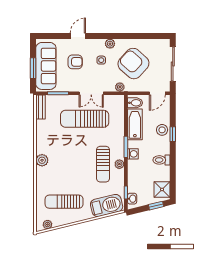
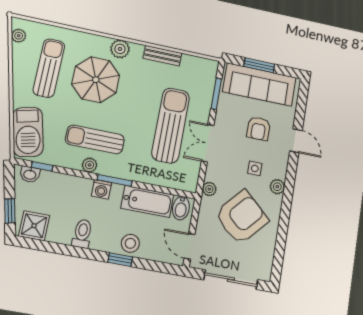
bench: (40, 107) -> (162, 56), moved
parasol: (65, 171) -> (96, 80), added

